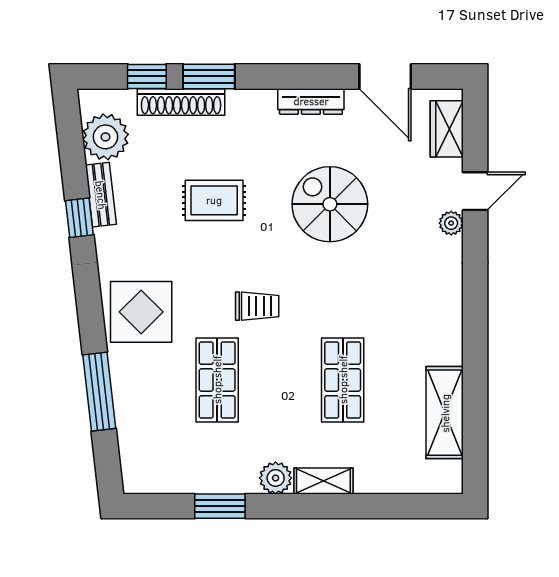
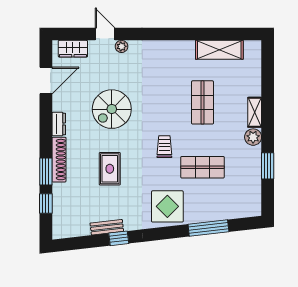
dresser: (311, 101) -> (59, 124), width x0.70
shoe rack: (181, 102) -> (59, 160), moved
plant: (105, 137) -> (77, 225), removed
shop shelf: (343, 380) -> (202, 102), turned 90

